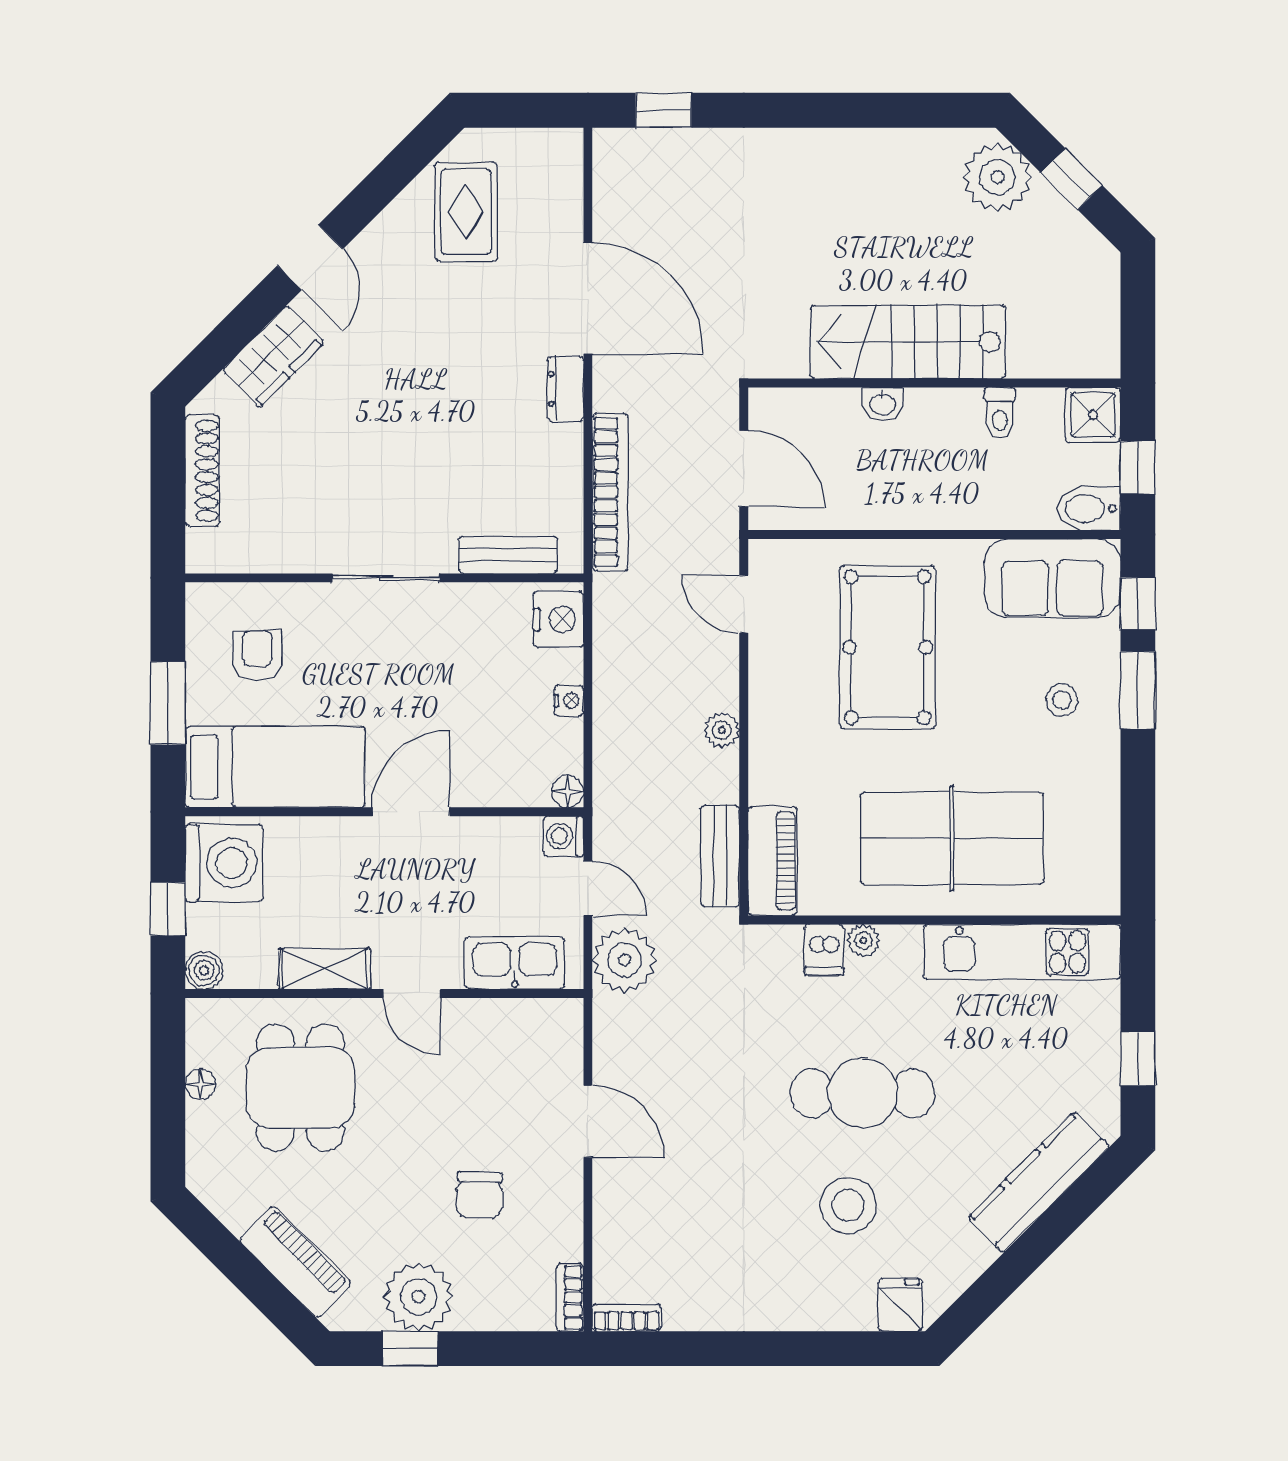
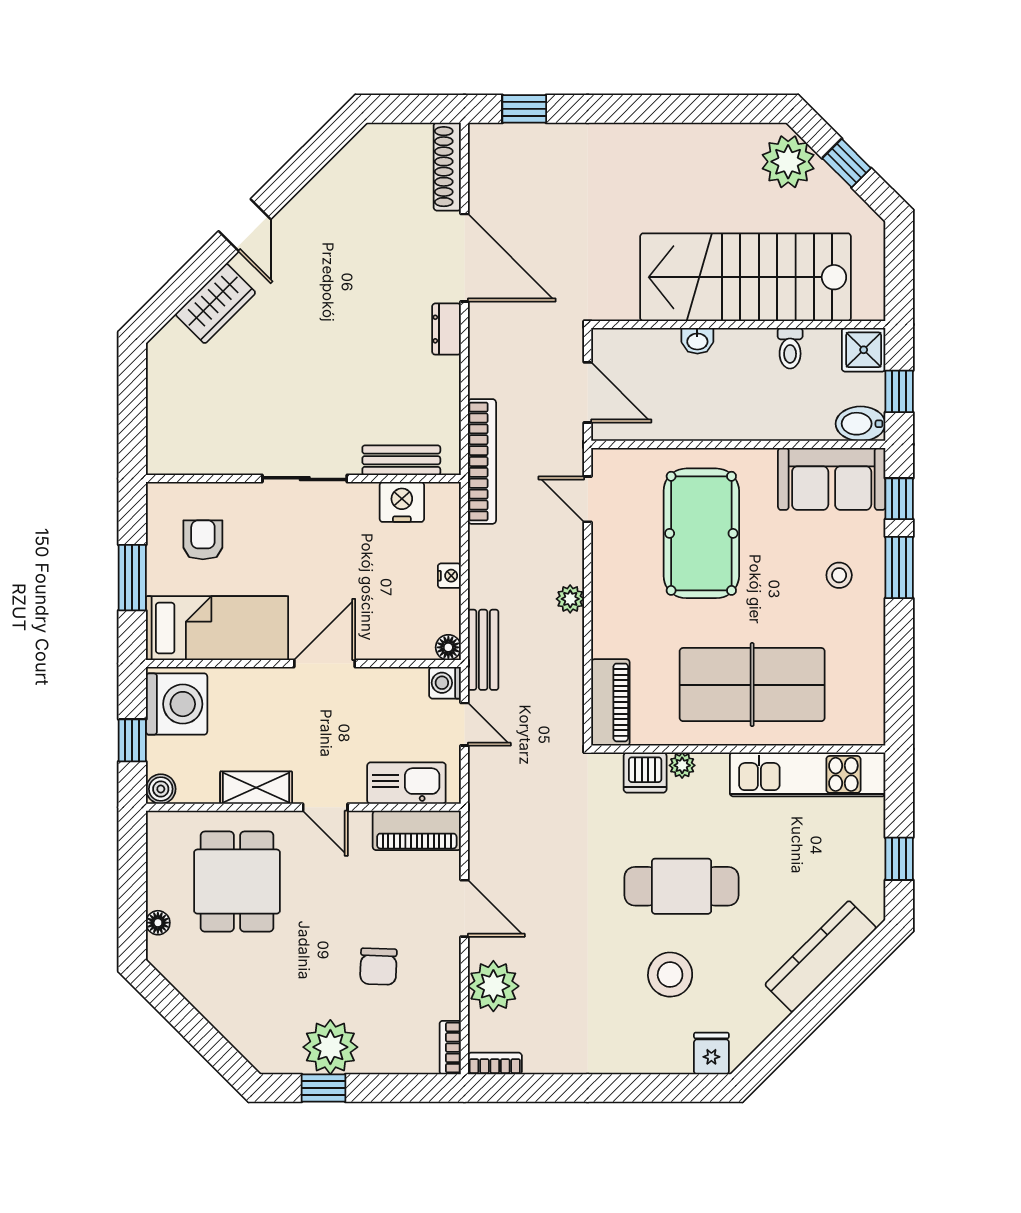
rug: (466, 212) -> (368, 189), removed
stairs: (908, 342) -> (745, 277), width x1.36, depth x1.51
shoe rack: (202, 471) -> (447, 167), moved, turned 180
bookcase: (610, 492) -> (482, 461), moved
nightstand: (558, 619) -> (402, 502), moved, turned -90
bench: (720, 856) -> (483, 650), moved
dishwasher: (824, 950) -> (645, 773), width x1.38
plant: (625, 960) -> (493, 986), moved
floor lamp: (200, 1084) -> (158, 923), moved
piano: (295, 1262) -> (417, 830), moved, turned 135

